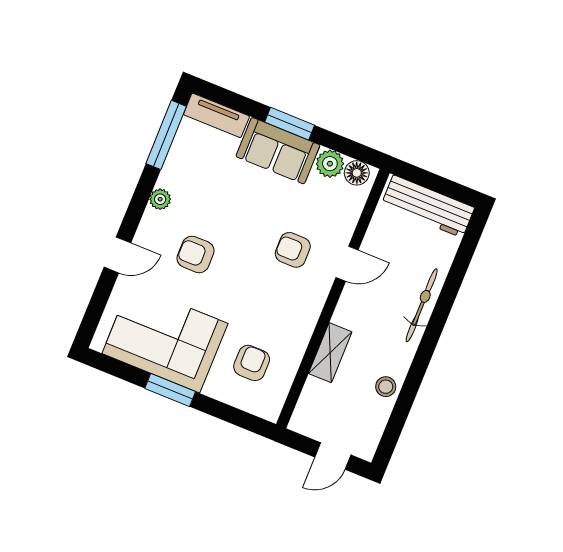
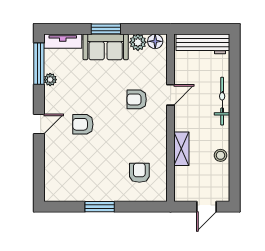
plant: (160, 199) -> (50, 80), moved
door: (117, 255) -> (39, 124), moved
corner sofa: (165, 338) -> (85, 179), removed

